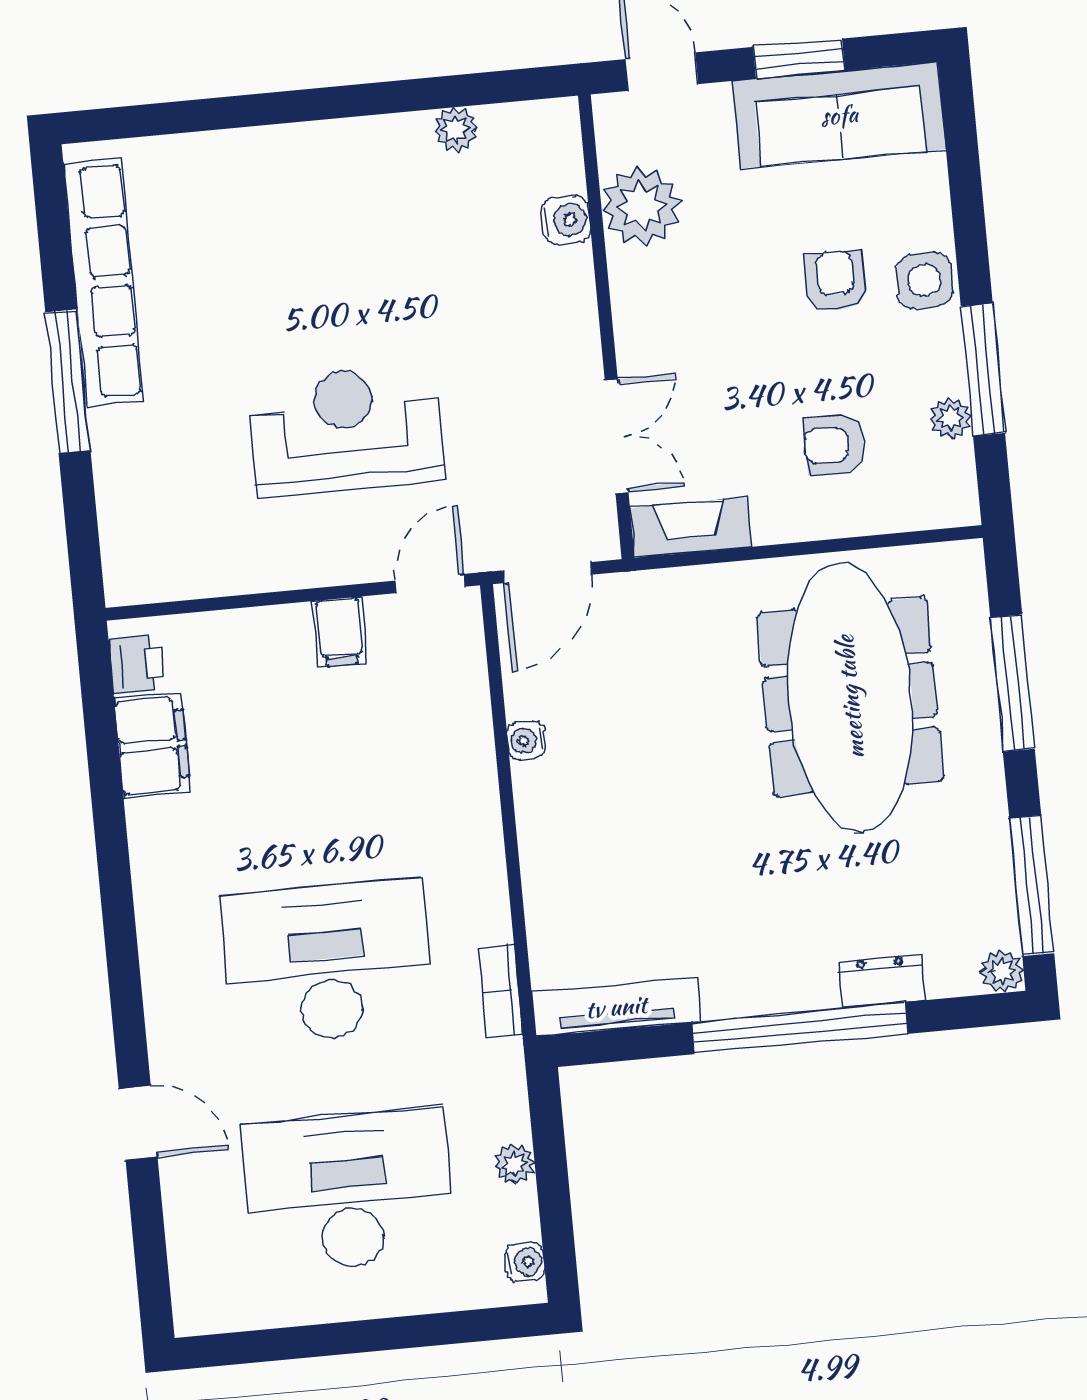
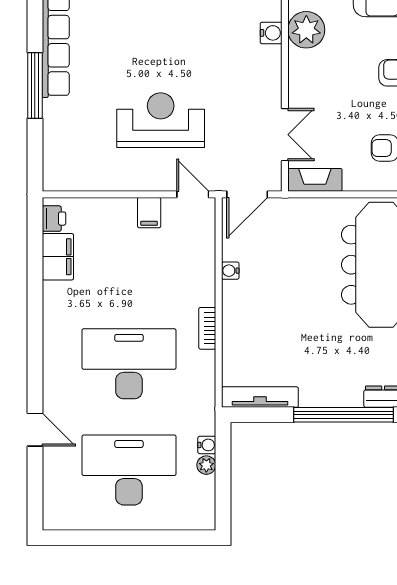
door: (430, 584) -> (193, 194), hinge flipped
bookcase: (500, 991) -> (207, 328), moved
water cooler: (525, 1262) -> (207, 445), moved

